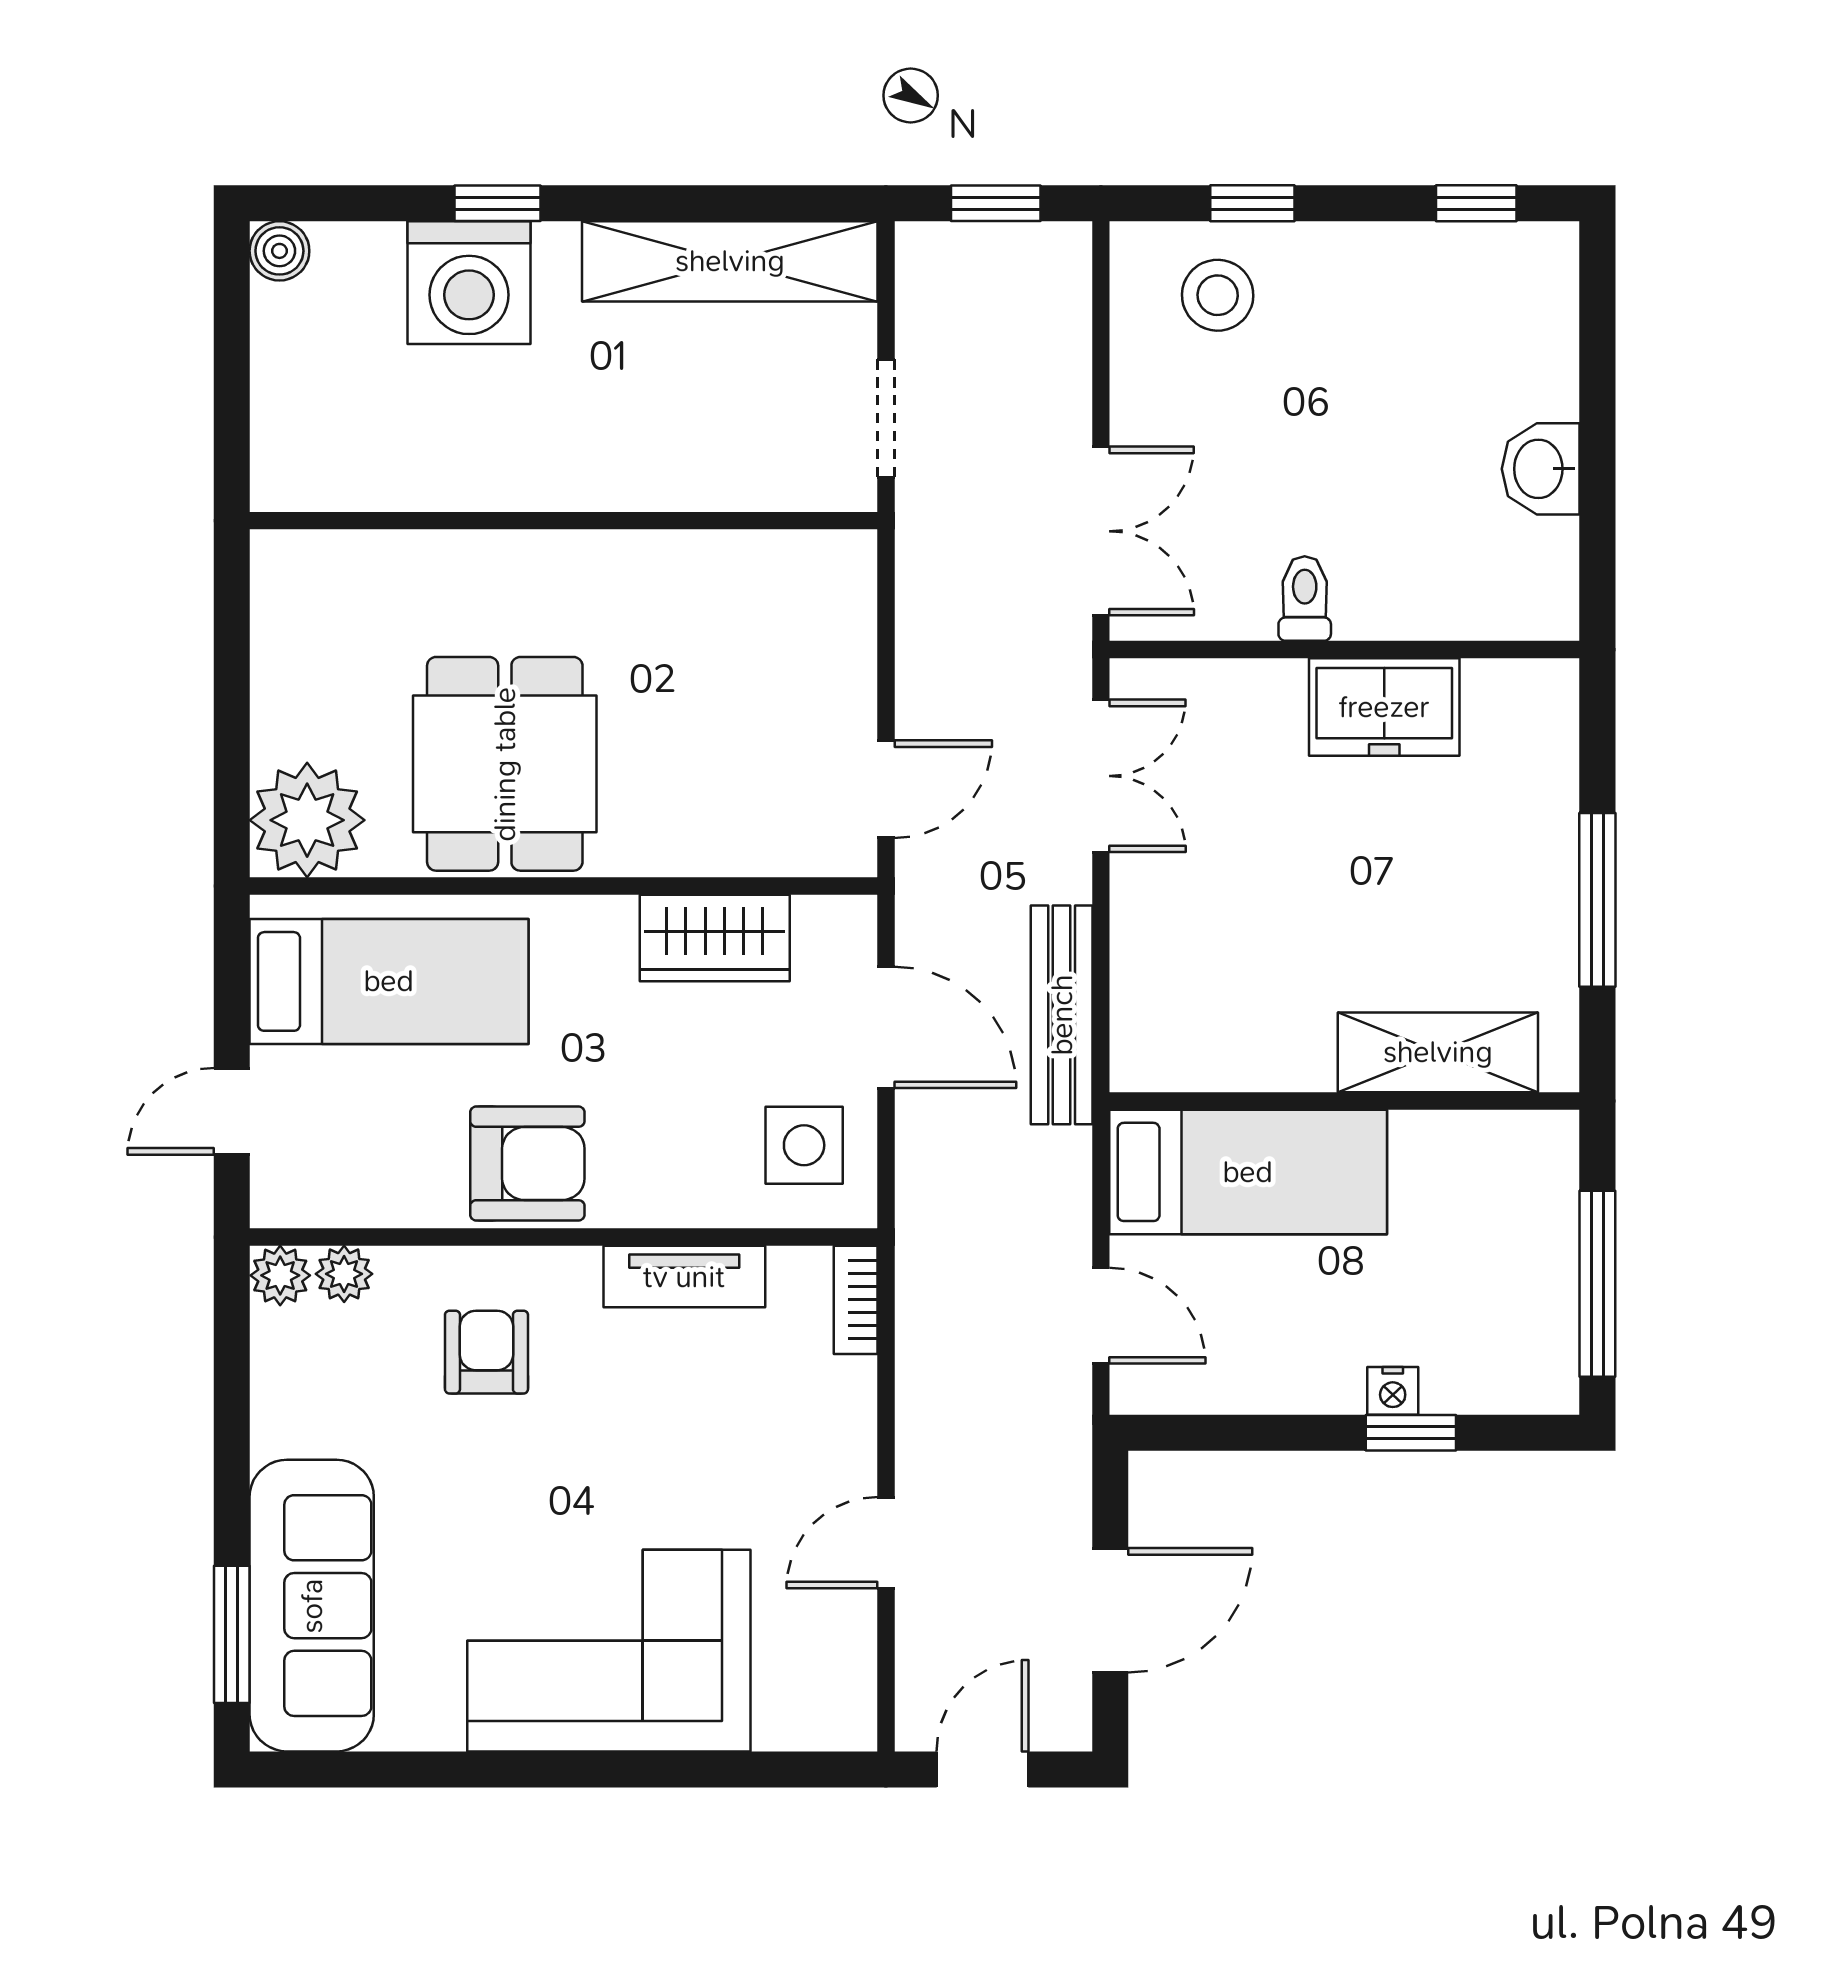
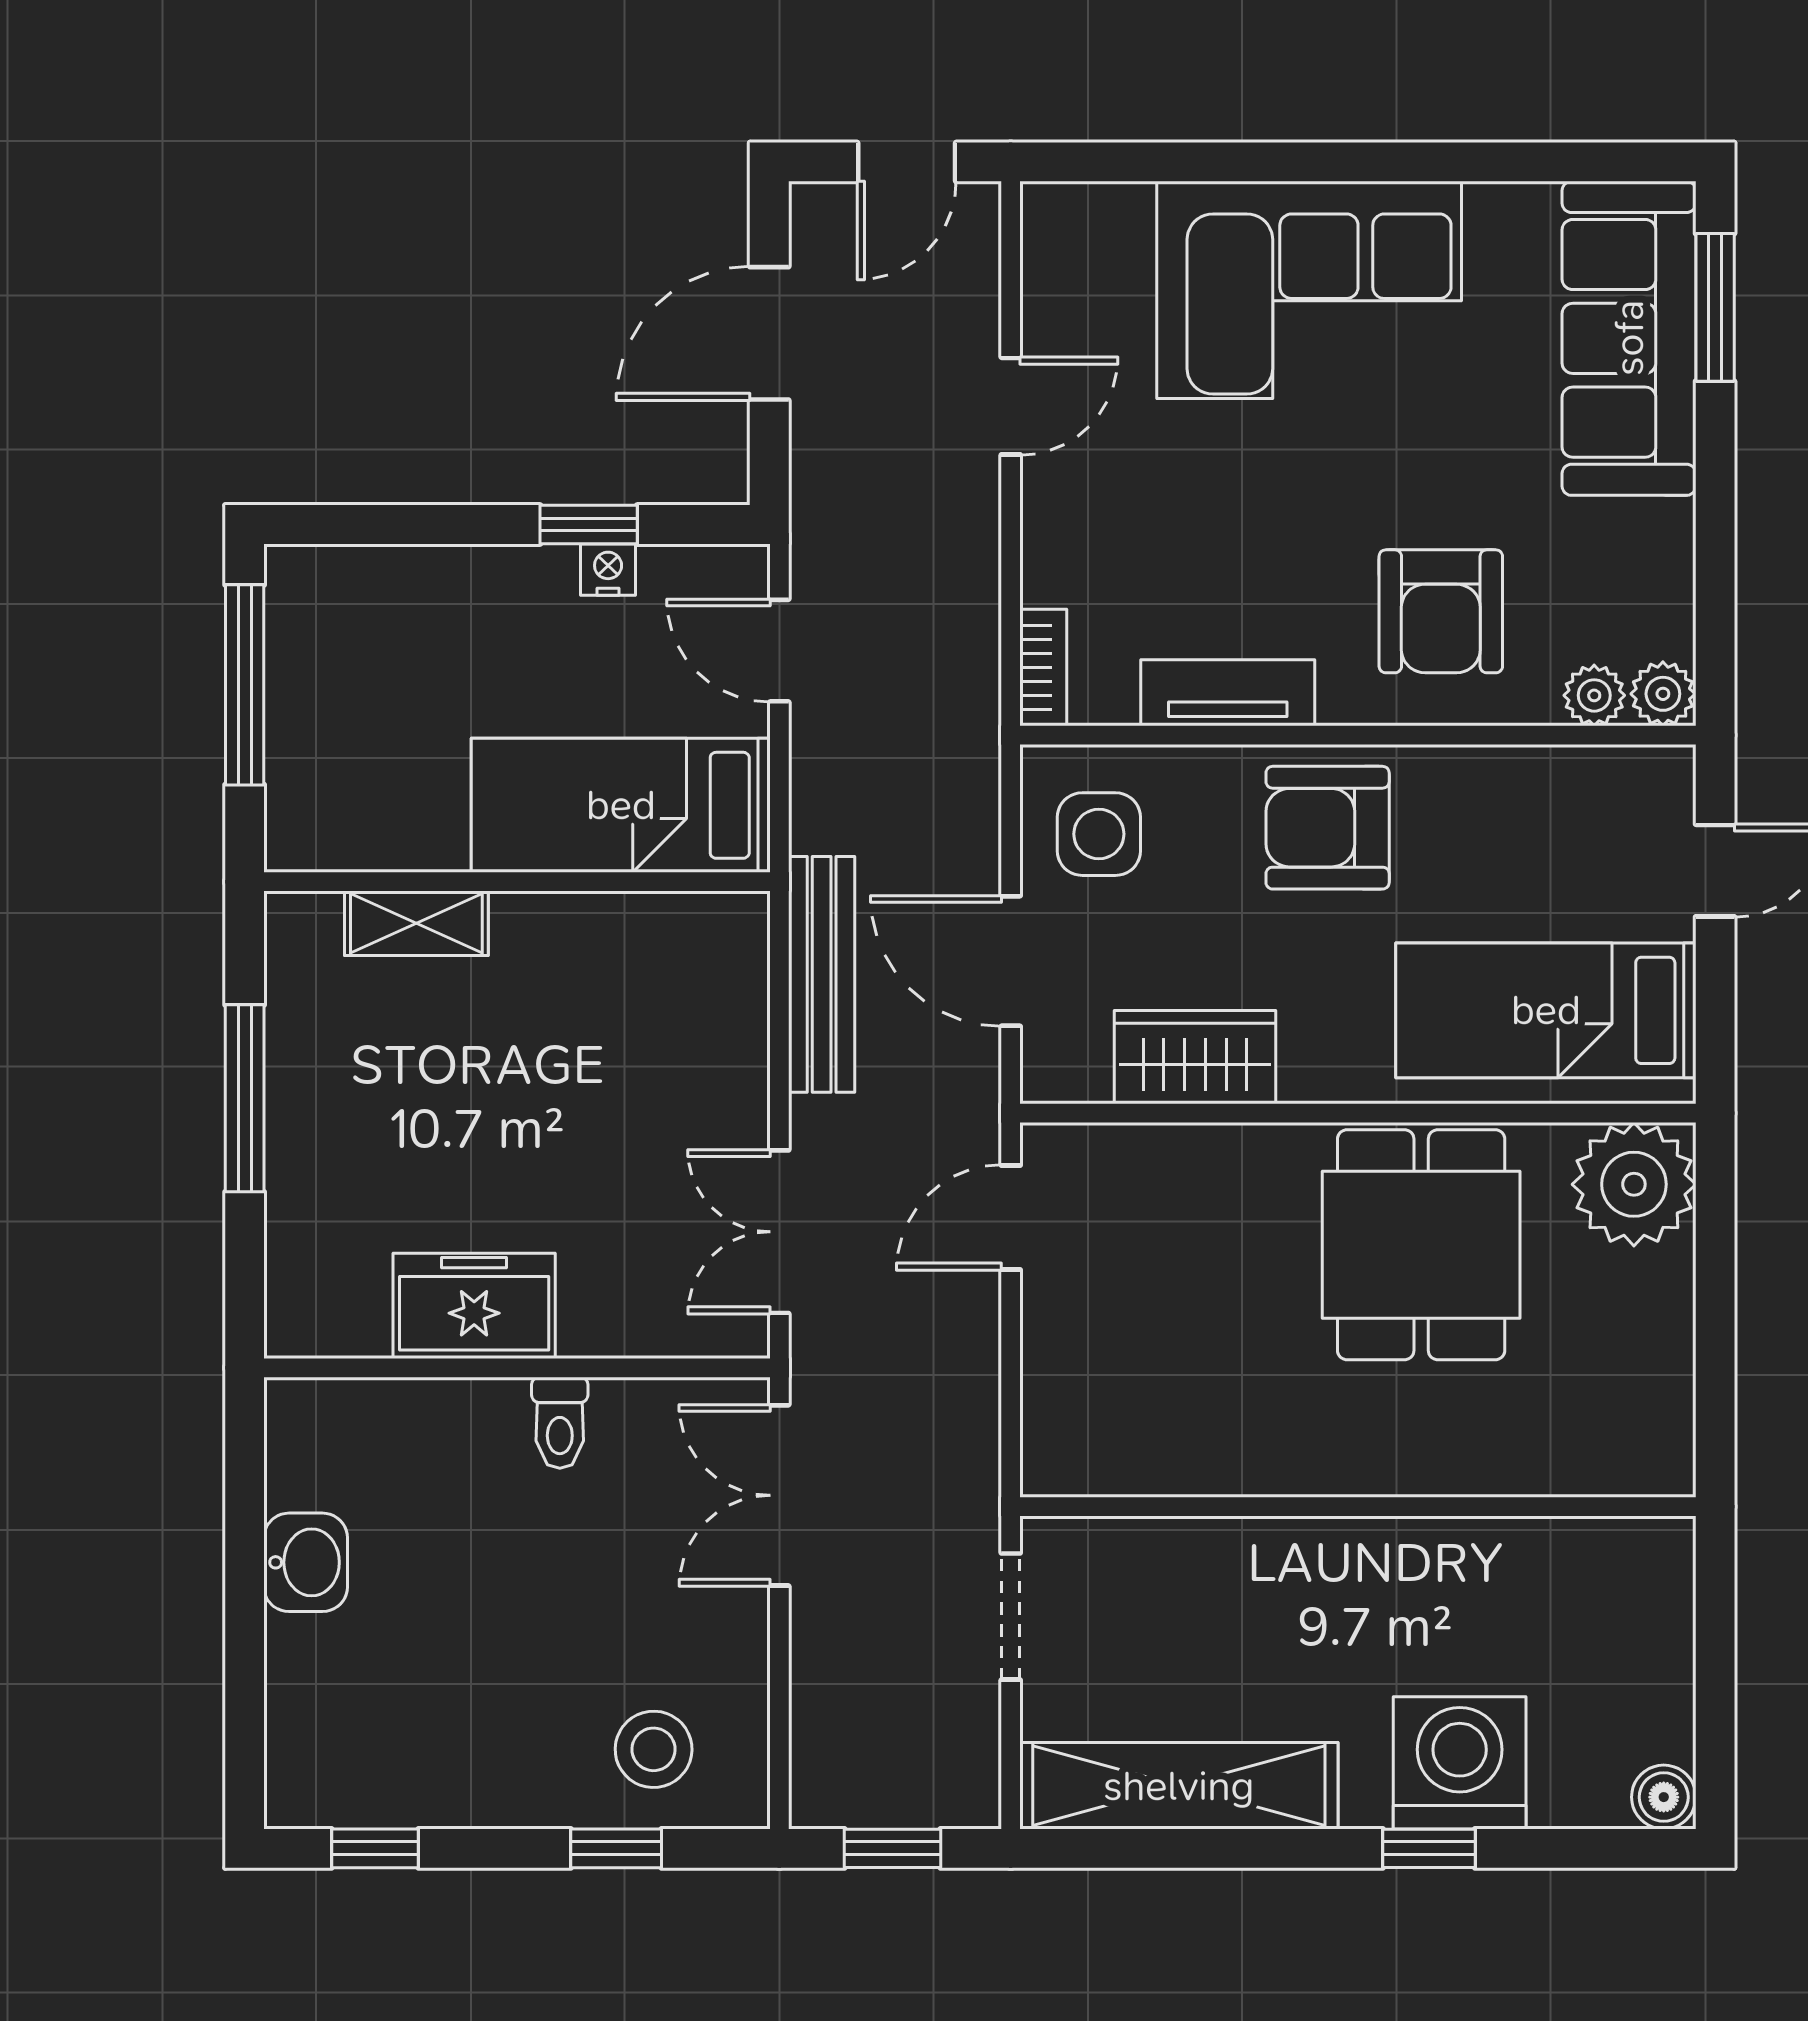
shelving: (1438, 1052) -> (416, 923), width x0.67, depth x0.75
armchair: (527, 1163) -> (1328, 828), moved
armchair: (486, 1352) -> (1441, 611), width x1.38, depth x1.38
nightstand: (1393, 1391) -> (608, 570), moved
window: (1411, 1433) -> (589, 525), moved

